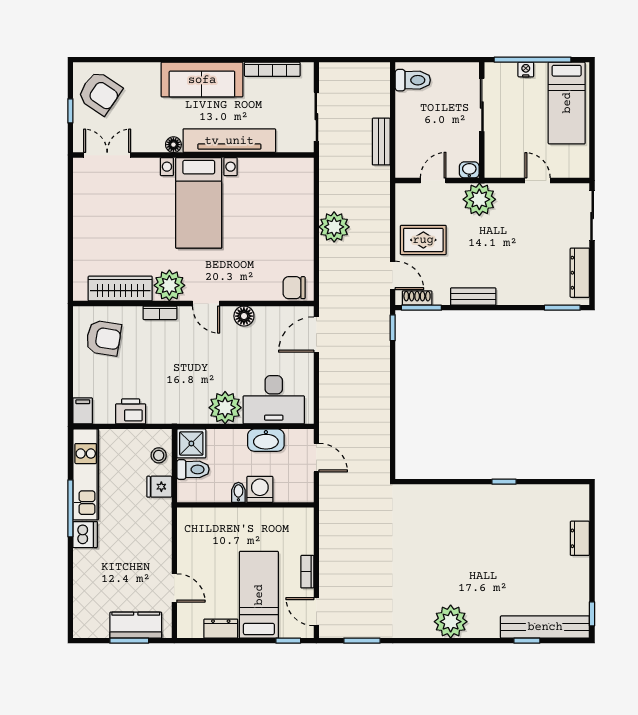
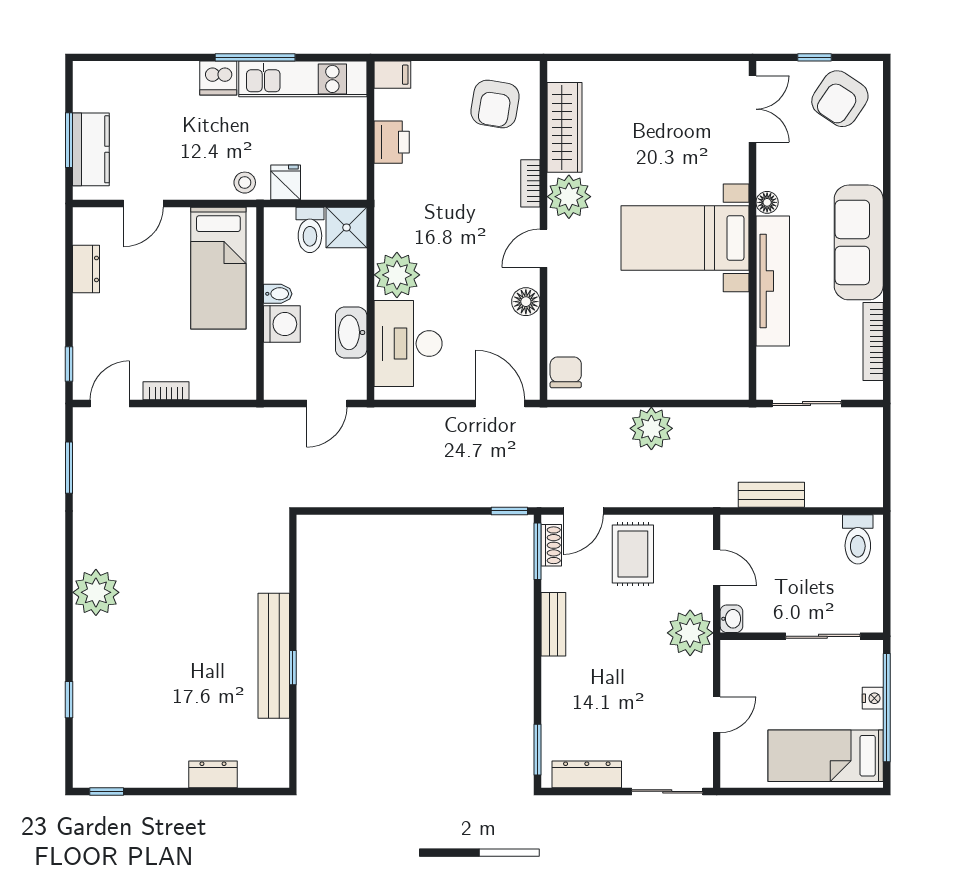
stool: (159, 455) -> (245, 183), moved
bed: (259, 595) -> (218, 268), moved, turned 90
bench: (545, 627) -> (274, 656), moved

